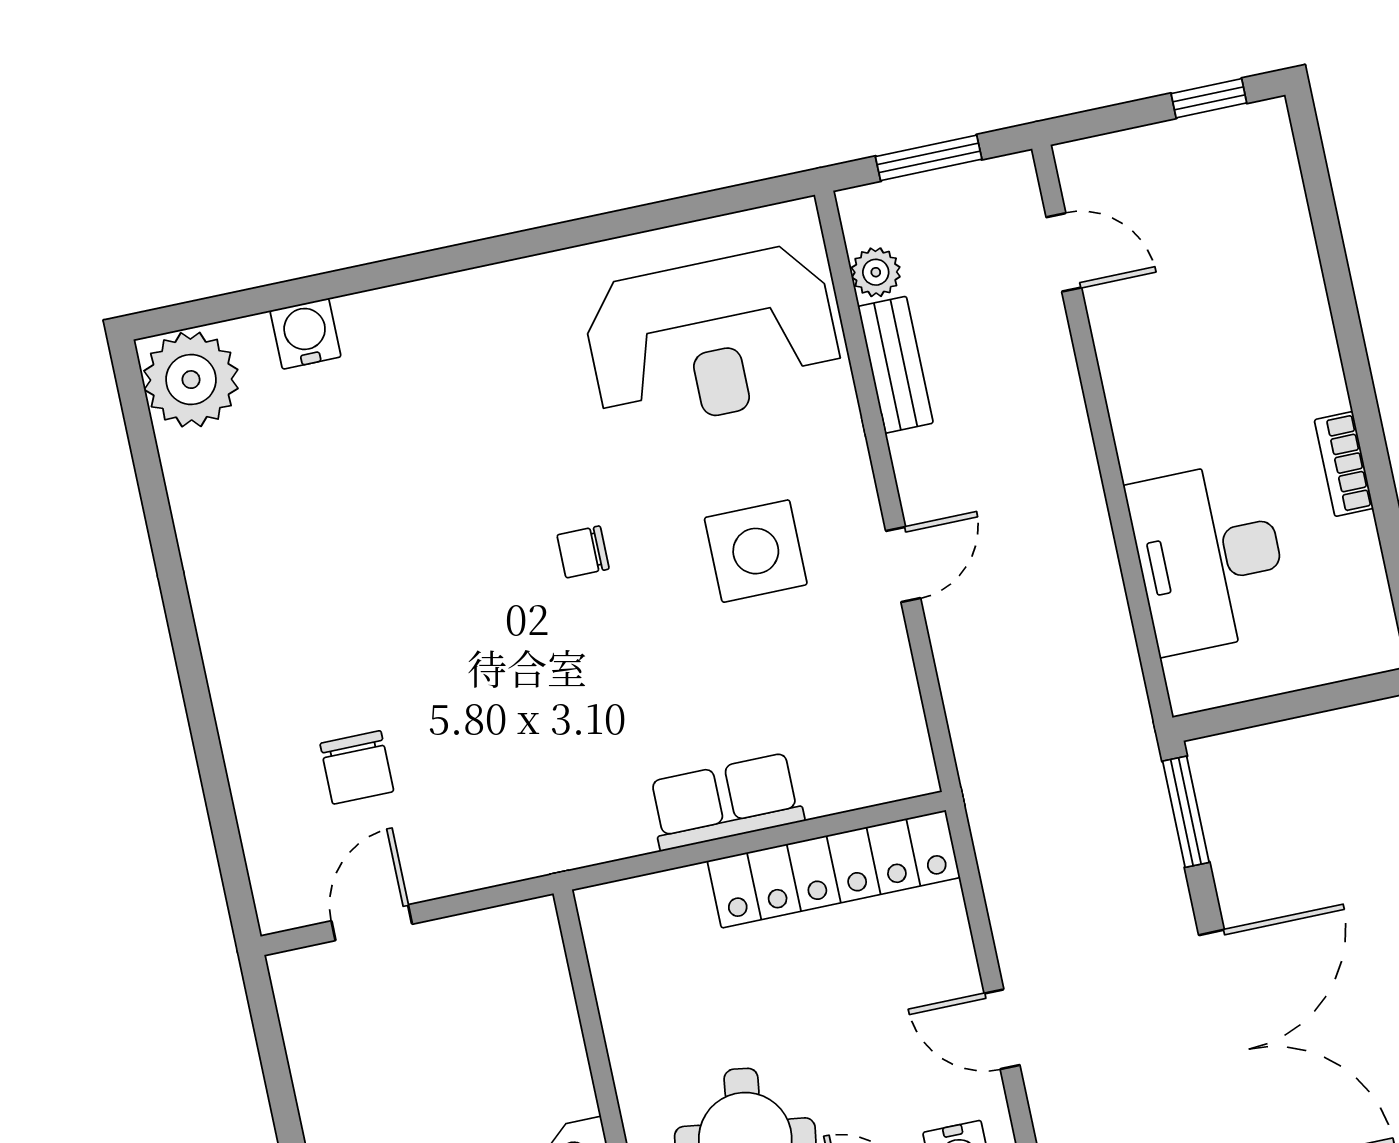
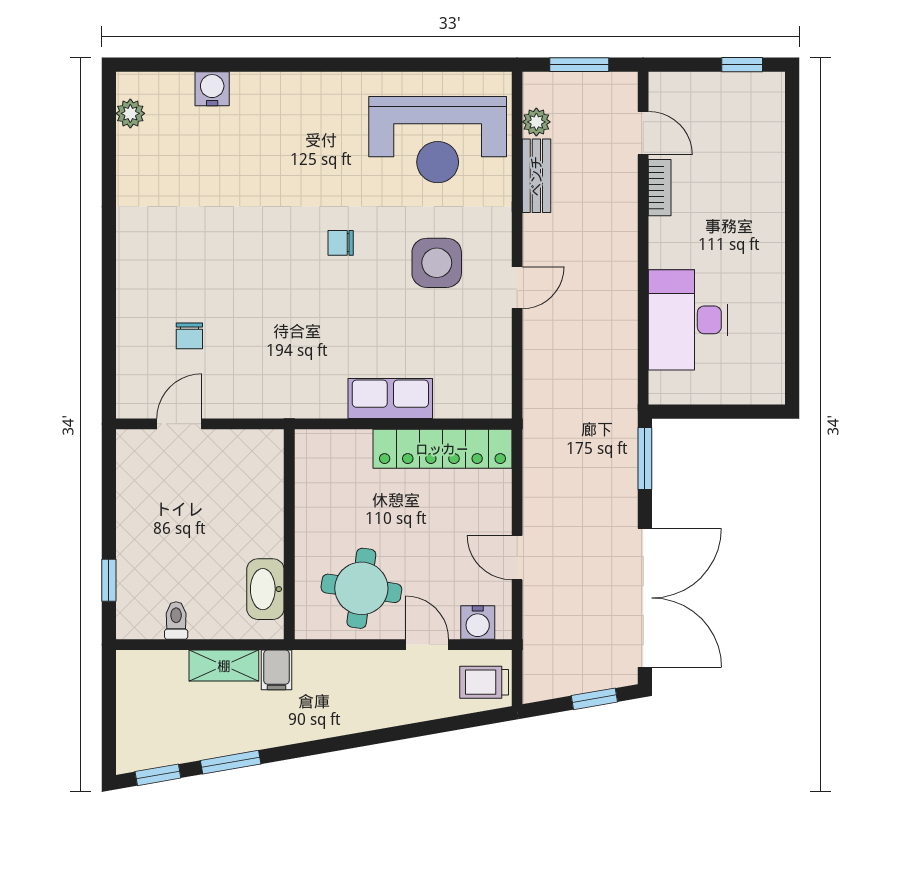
plant: (191, 380) -> (130, 113), width x0.53, depth x0.53
bookcase: (1344, 464) -> (660, 188), moved, turned 180
chair: (357, 767) -> (189, 336), width x0.73, depth x0.73

